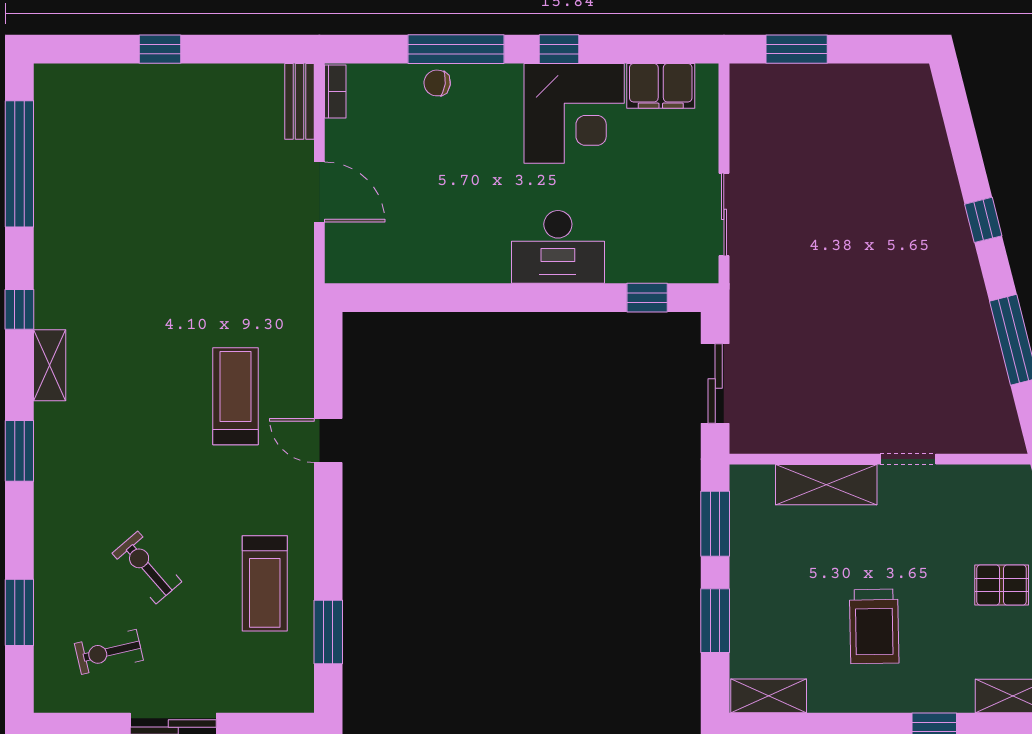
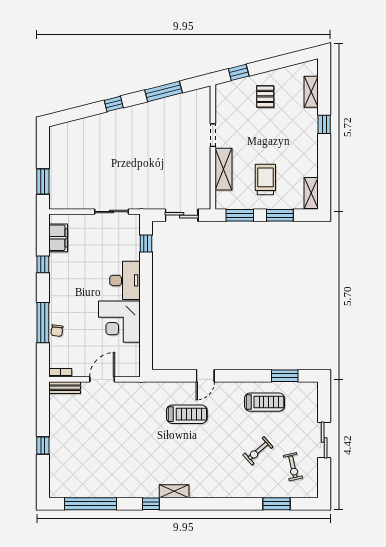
window: (559, 49) -> (43, 264), moved
corner desk: (574, 113) -> (119, 322), moved, turned 180
treadmill: (236, 396) -> (187, 414), turned 180
window: (19, 451) -> (210, 504), removed
trolley: (874, 626) -> (265, 180), moved, turned -89

